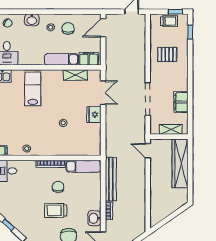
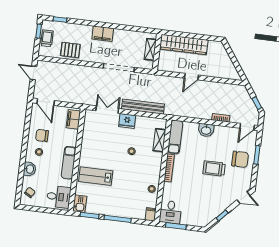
pallet: (167, 54) -> (70, 50), moved, turned 90
exam couch: (61, 59) -> (69, 163), moved
shelving: (75, 75) -> (159, 140), moved
filing cabinet: (181, 102) -> (103, 34), moved
door: (148, 151) -> (191, 77), moved
bench: (111, 179) -> (143, 107), moved
chair: (58, 187) -> (192, 164), removed
trolley: (56, 210) -> (214, 169), turned 91
washbasin: (94, 218) -> (206, 130), moved

